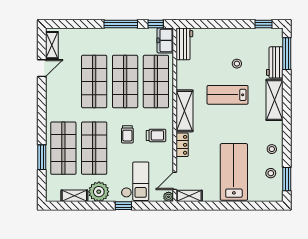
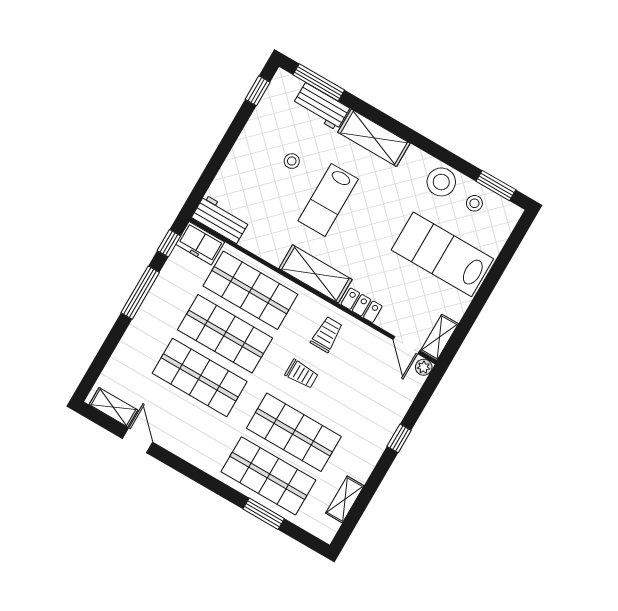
stool: (272, 149) -> (441, 182), width x1.89, depth x1.89
checkout: (135, 181) -> (374, 402), removed
plant: (99, 192) -> (359, 462), removed

